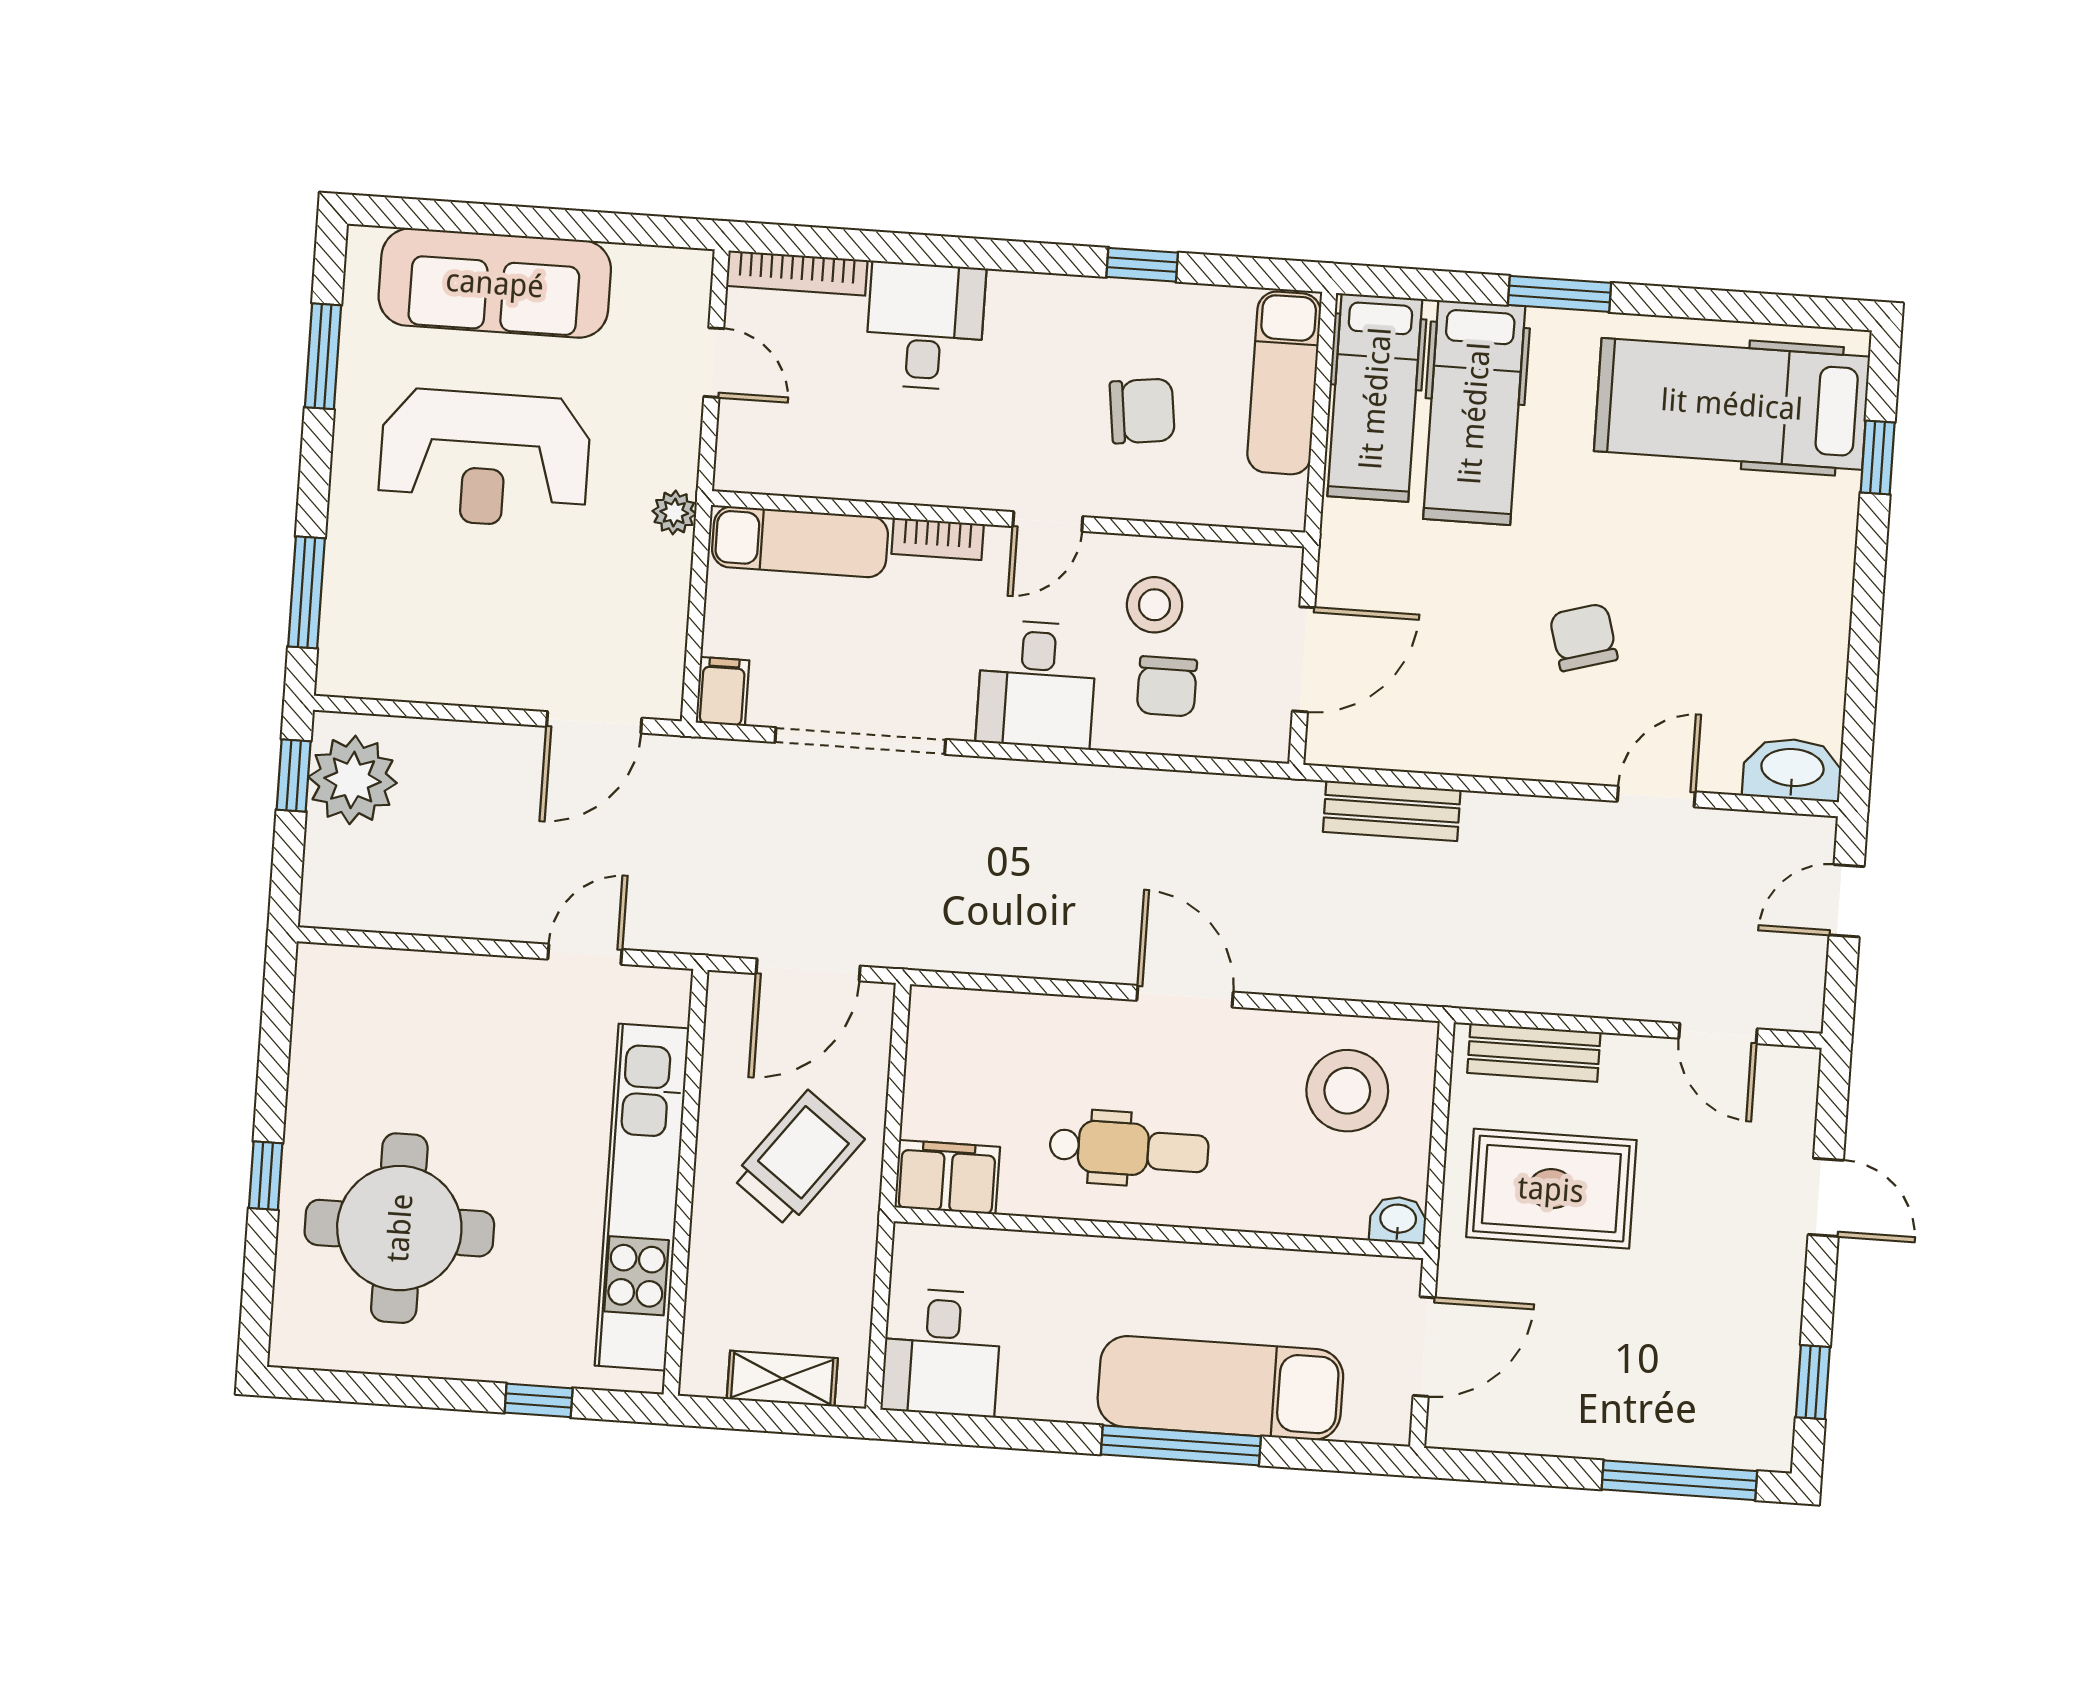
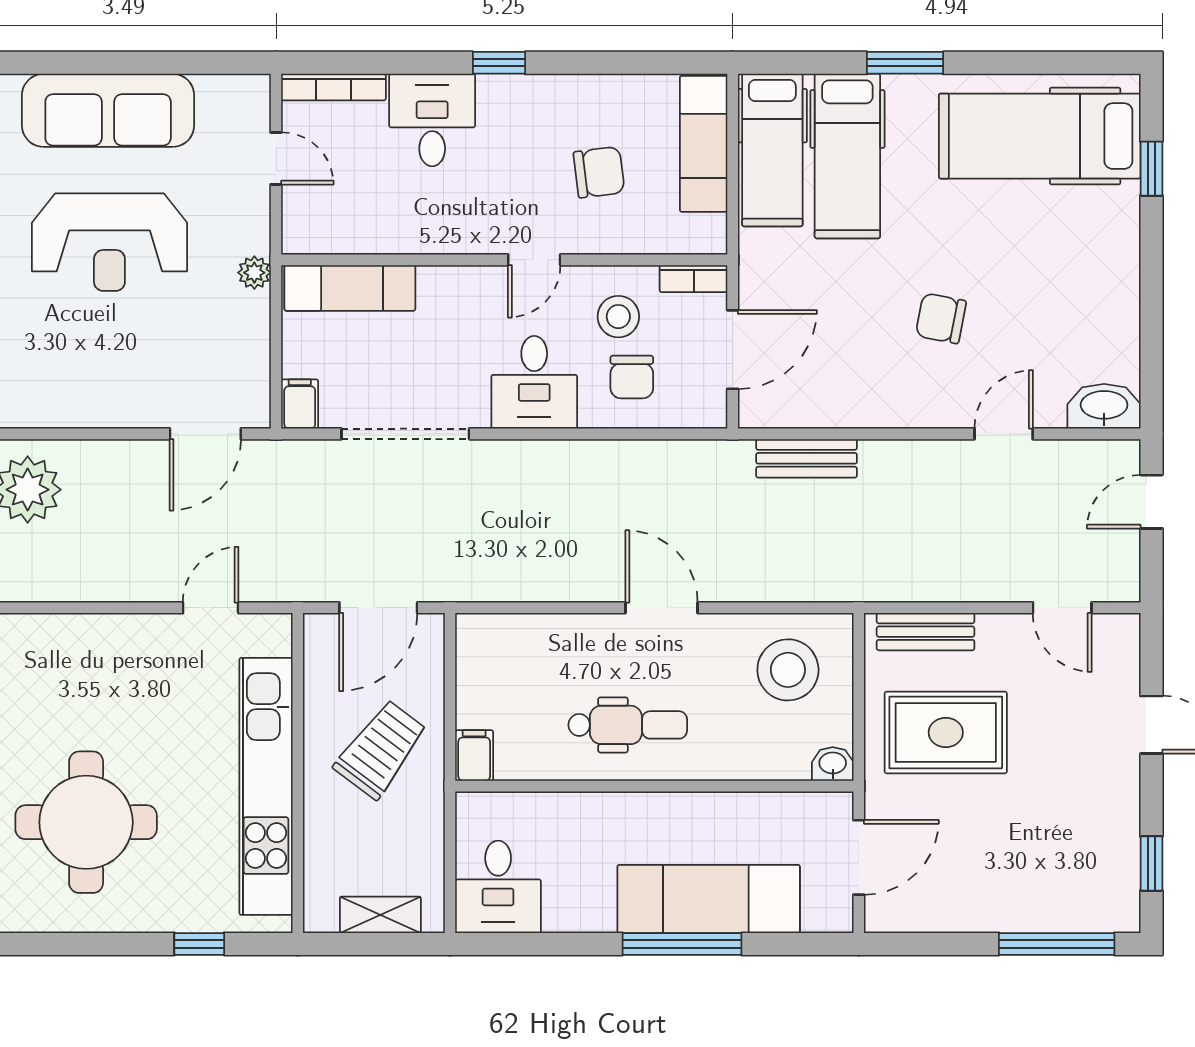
window: (1142, 265) -> (499, 63), moved
bookcase: (938, 539) -> (694, 279), moved
chair: (1583, 637) -> (941, 318), turned -63
filing cabinet: (947, 1177) -> (474, 756), width x0.50

